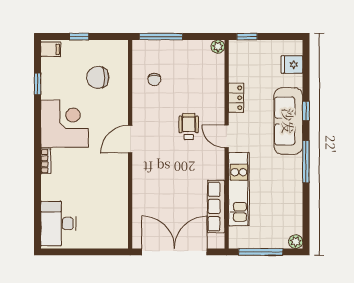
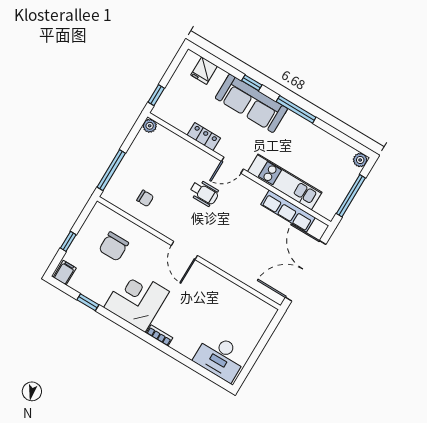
wheelchair: (189, 126) -> (204, 193), turned 180

